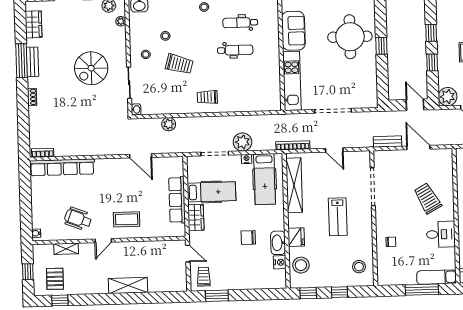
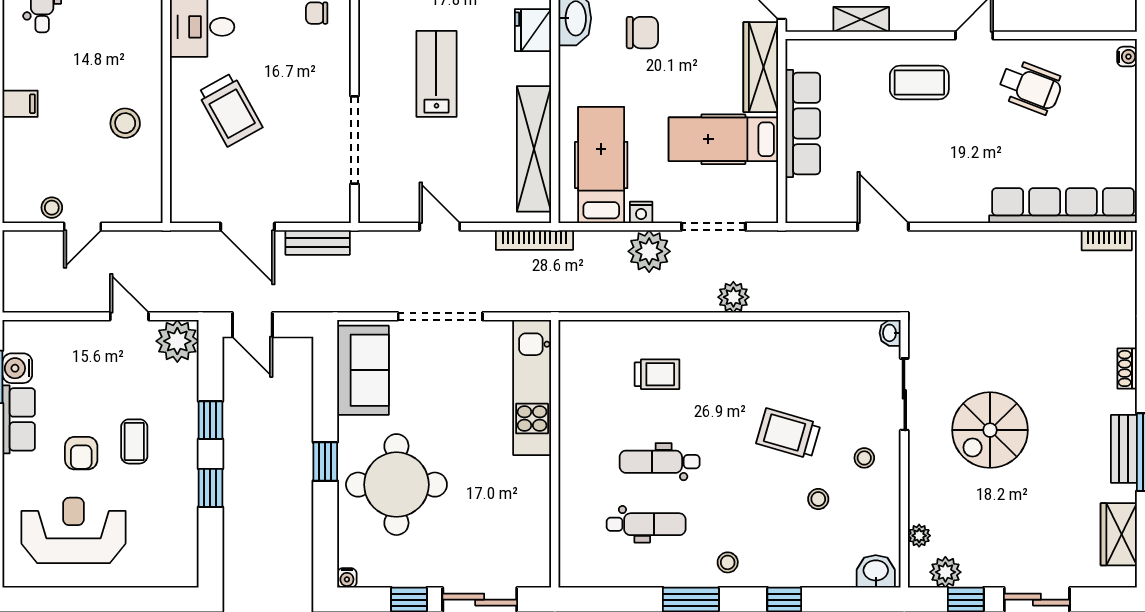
sofa: (293, 31) -> (363, 370), moved, turned 180
spiral stairs: (91, 68) -> (990, 430), turned 180
trolley: (207, 97) -> (657, 374), moved
plant: (169, 124) -> (733, 297), moved
wardrobe: (196, 217) -> (761, 67), width x1.50
shelving: (66, 249) -> (861, 19), moved

